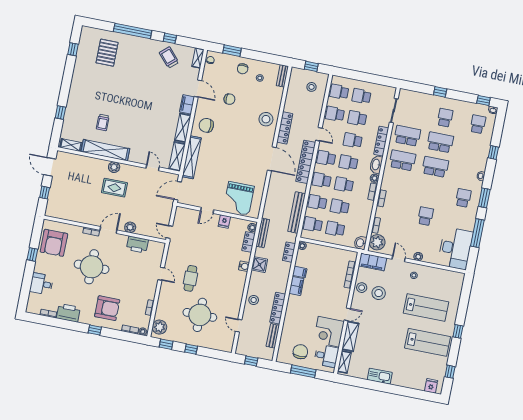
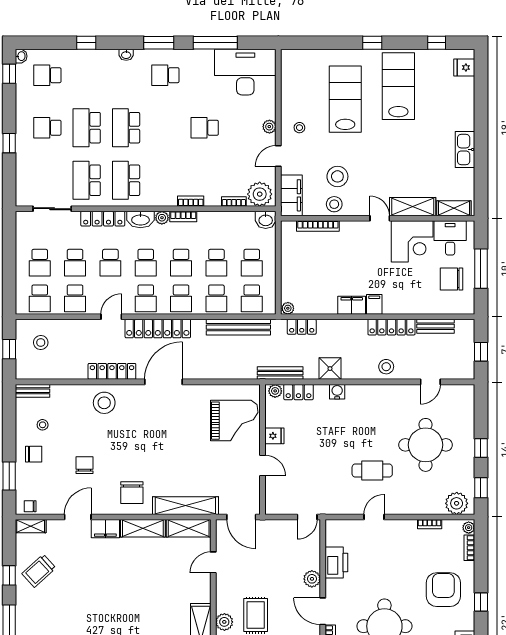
filing cabinet: (300, 272) -> (374, 304), moved

